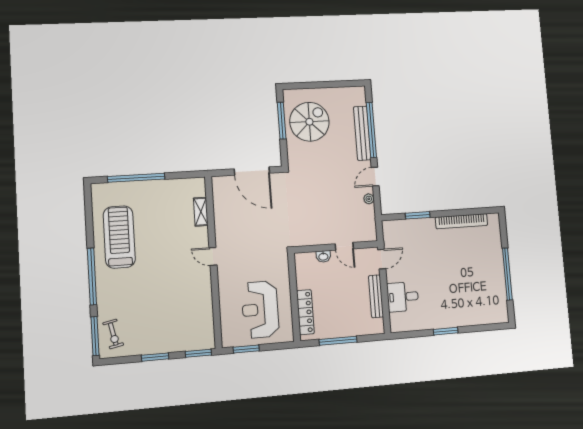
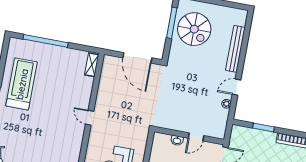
spiral stairs: (309, 122) -> (194, 29), turned 90
window: (371, 130) -> (244, 48), removed
shelving: (201, 212) -> (92, 65), moved
door: (344, 246) -> (196, 137), hinge flipped

